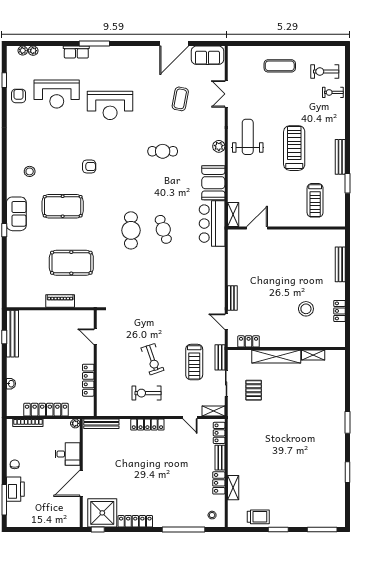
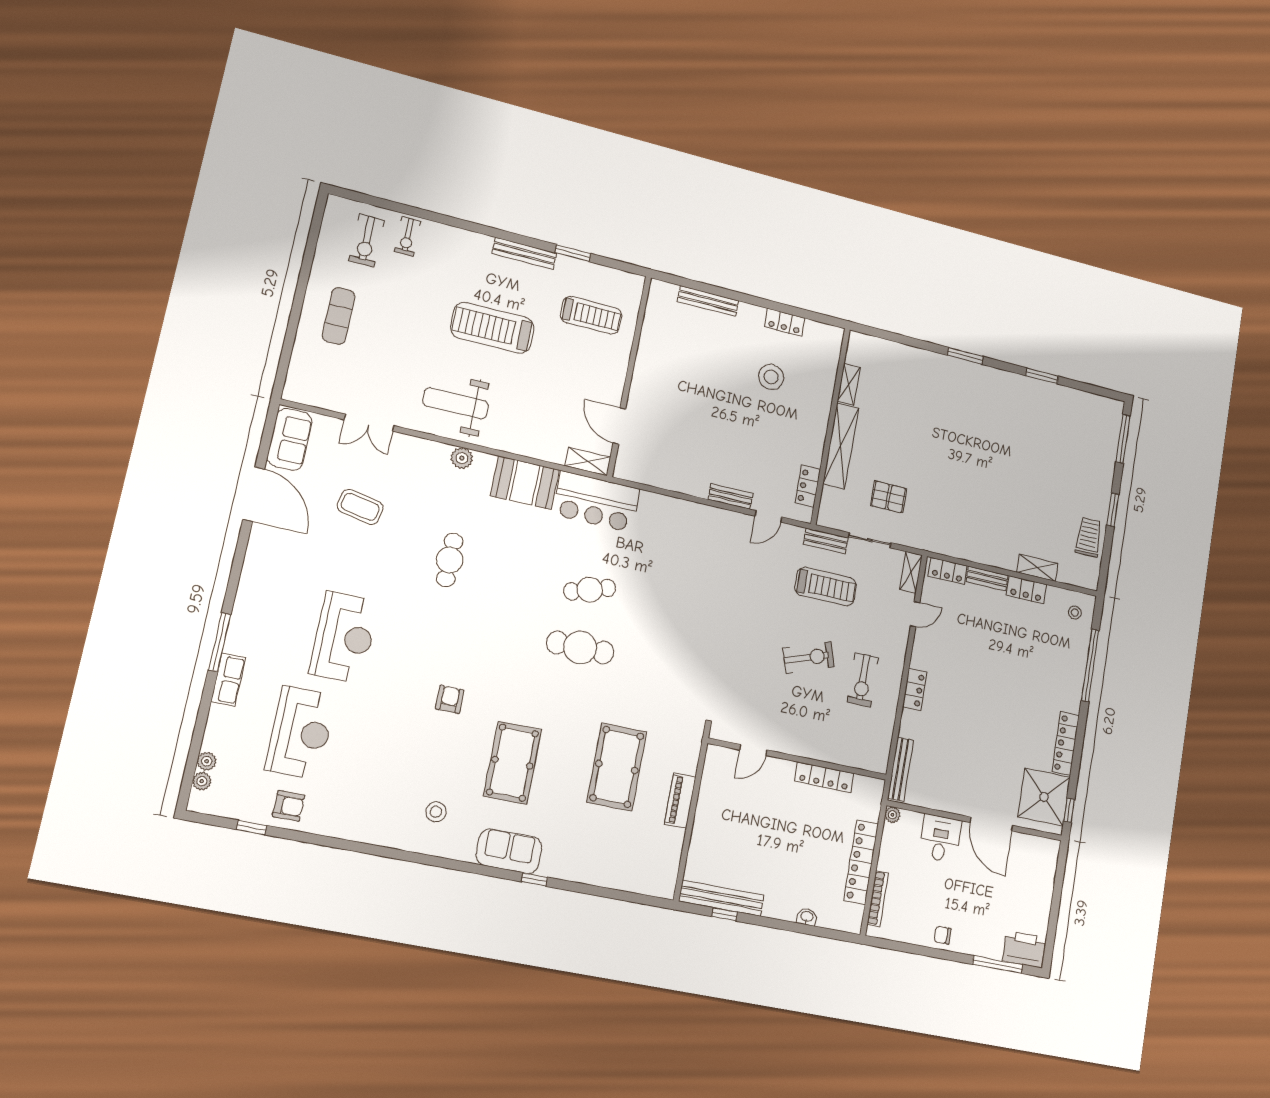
armchair: (19, 96) -> (289, 806), turned 180
locker: (147, 425) -> (915, 690), width x0.66
printer: (15, 489) -> (1024, 949), moved

